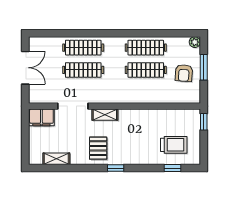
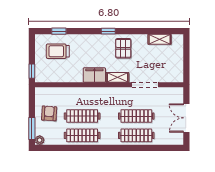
window: (204, 67) -> (32, 129), moved
filing cabinet: (41, 117) -> (94, 75), moved

